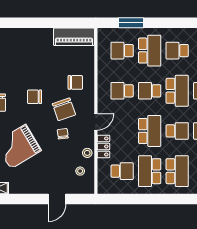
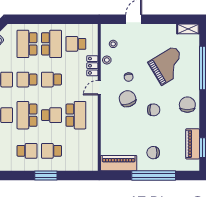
window: (35, 23) -> (154, 176), added
window: (131, 23) -> (46, 176), moved
school desk: (122, 51) -> (76, 151), removed
school desk: (150, 51) -> (51, 151), width x0.54
chair: (75, 82) -> (153, 153), moved
school desk: (122, 91) -> (76, 115), width x1.85
school desk: (150, 131) -> (51, 80), width x0.54

